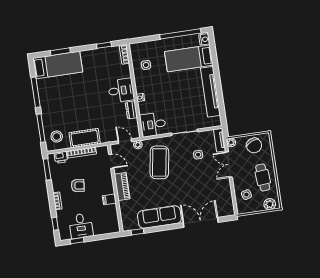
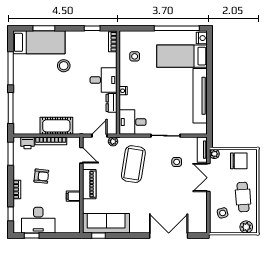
stool: (57, 137) -> (64, 66), moved
door: (125, 141) -> (99, 136), hinge flipped
chair: (254, 145) -> (239, 161), turned -66
sofa: (159, 217) -> (106, 223), moved
desk: (81, 226) -> (38, 220), width x1.37

